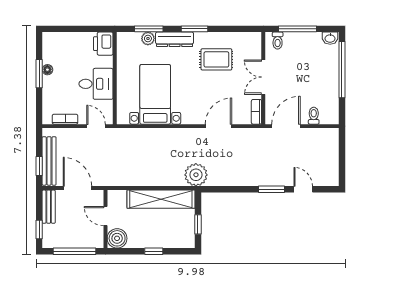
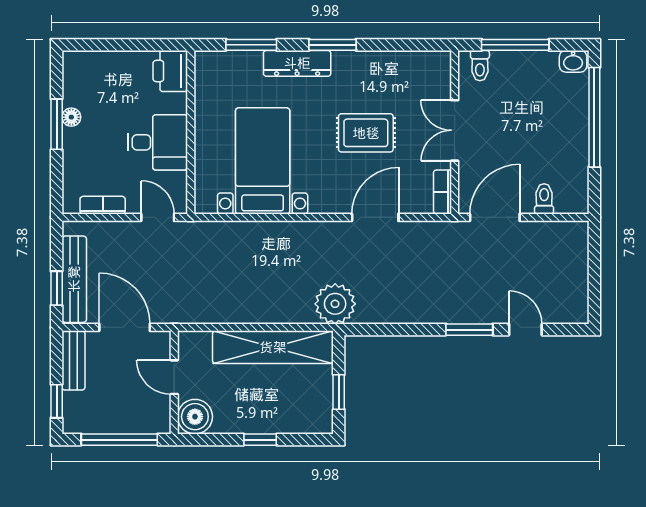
plant: (148, 39) -> (250, 62), removed
rug: (216, 59) -> (366, 133), moved

